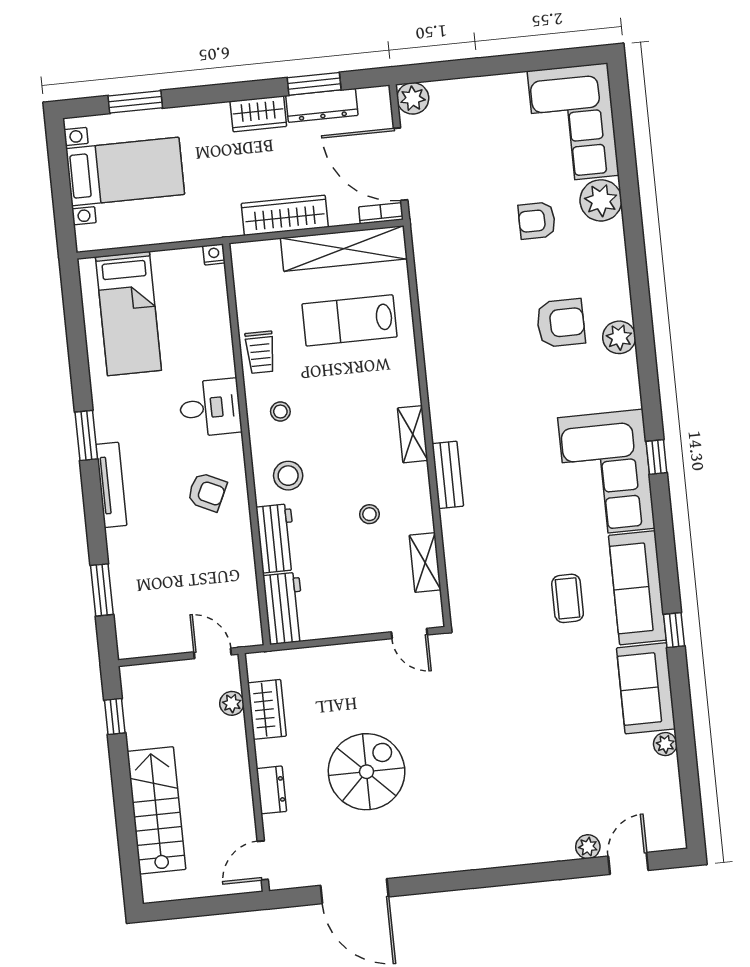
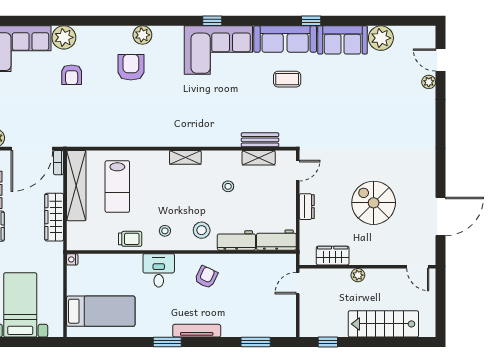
bench: (448, 475) -> (260, 140), moved
plant: (232, 703) -> (358, 275), moved
plant: (665, 744) -> (381, 38), width x1.87, depth x1.87
dresser: (271, 790) -> (307, 207), moved, turned 90

